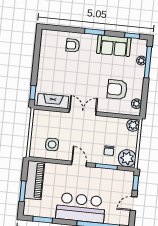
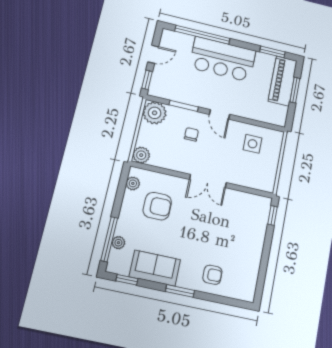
fireplace: (53, 101) -> (247, 201), removed
chair: (109, 151) -> (191, 134), moved
piano: (35, 180) -> (283, 81), moved

